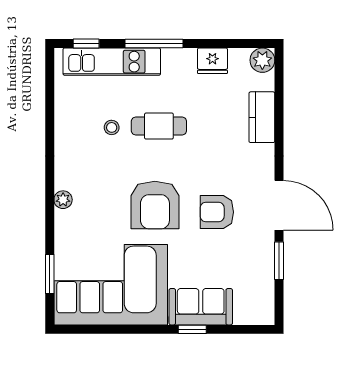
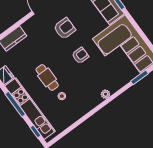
kitchen unit: (112, 62) -> (30, 109), width x1.36
armchair: (155, 205) -> (80, 55), width x0.53, depth x0.53
armchair: (217, 212) -> (65, 28), turned -90

